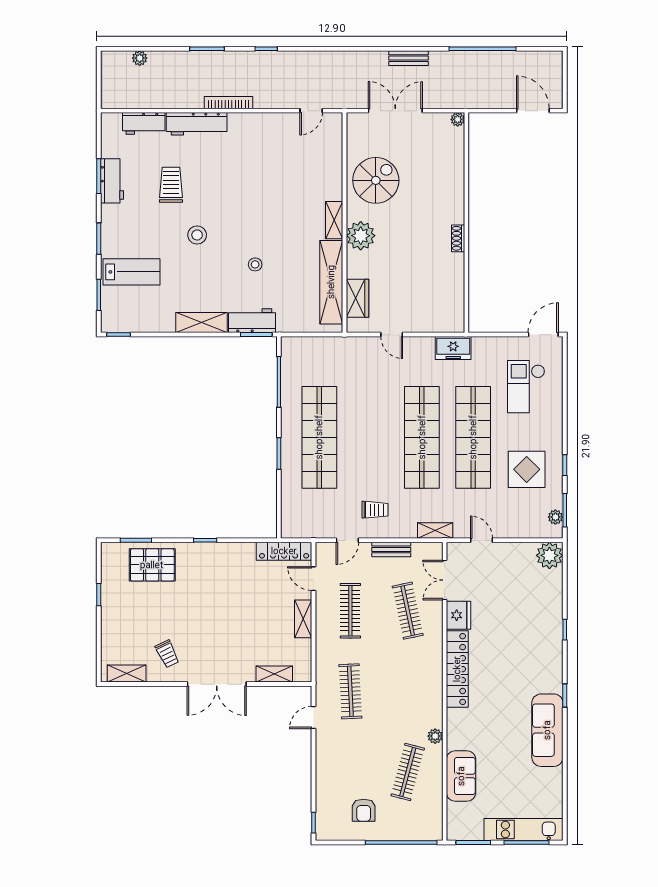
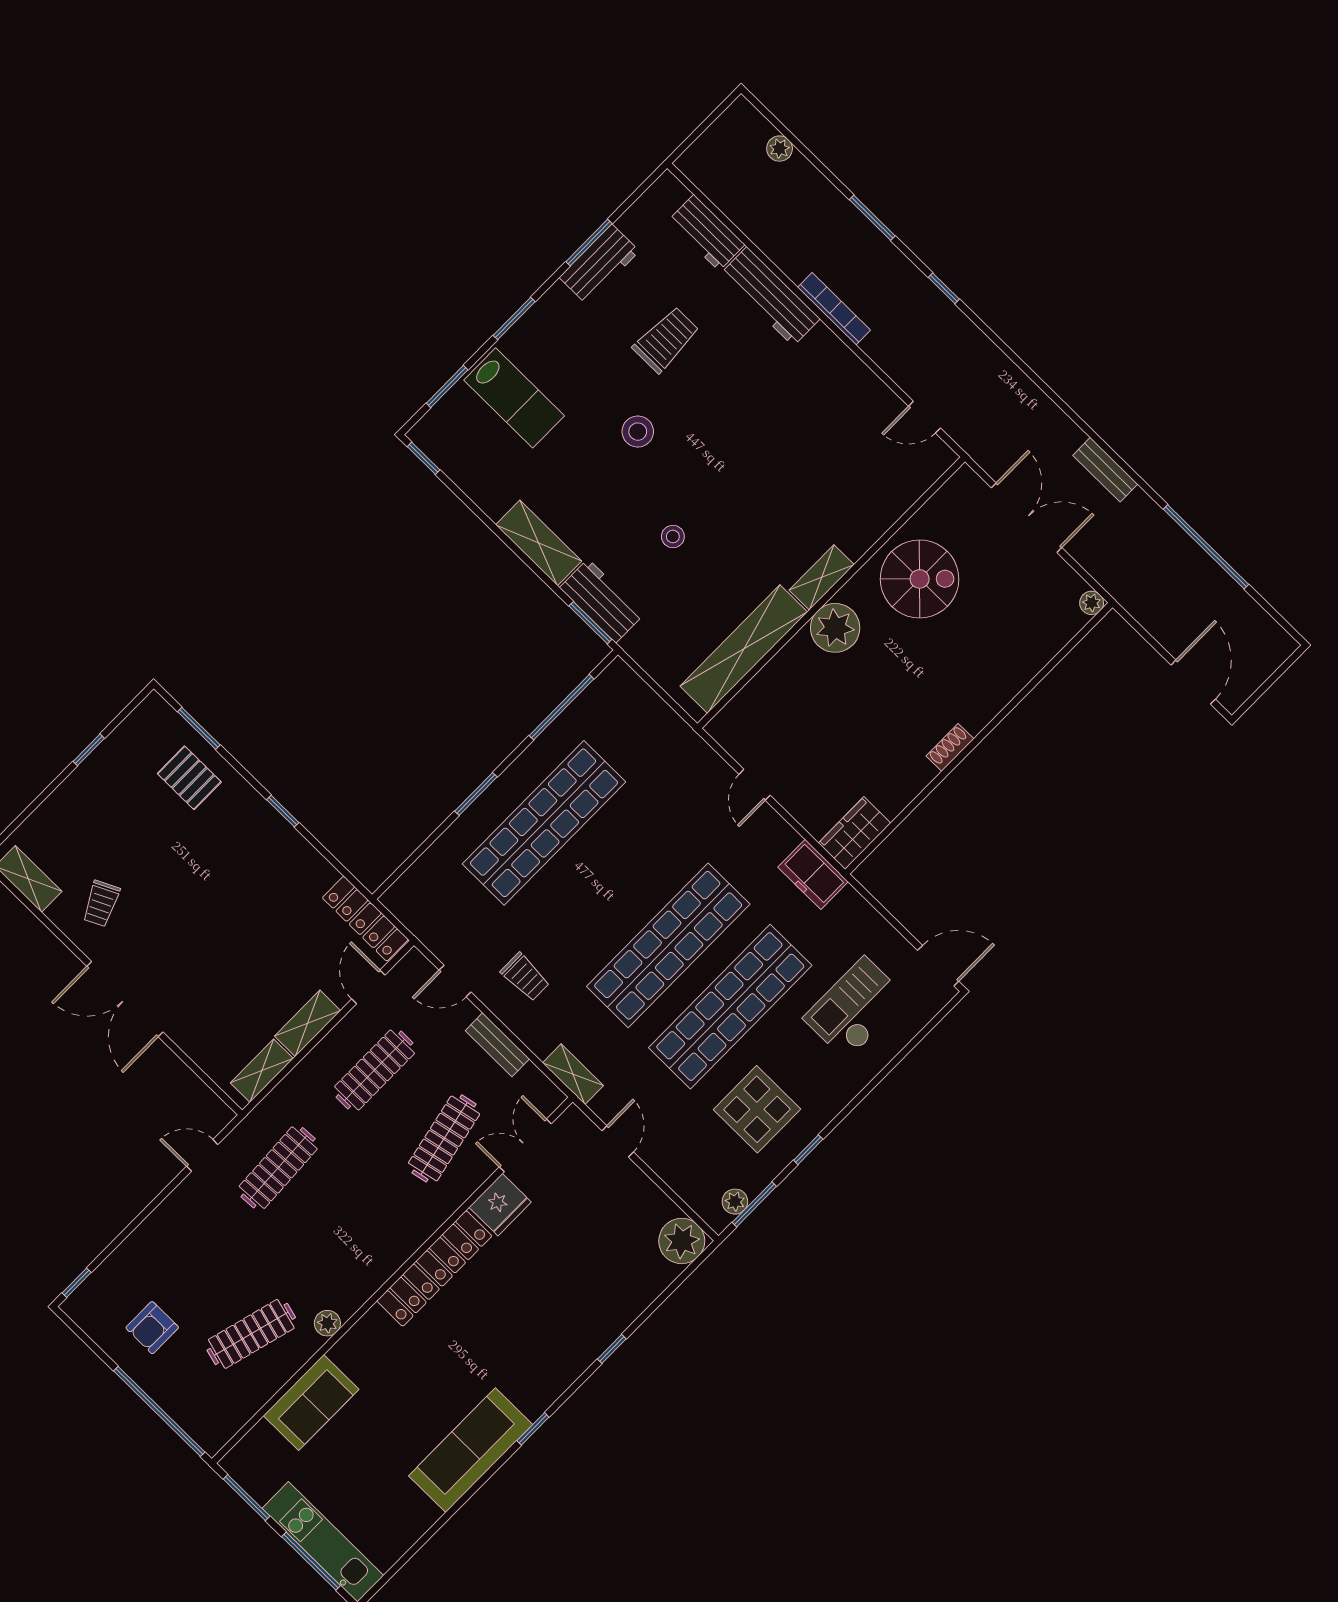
wardrobe: (357, 298) -> (855, 833), moved, turned 180
pallet: (152, 565) -> (189, 778), width x0.67, depth x0.71
shelving: (274, 674) -> (262, 1071), moved, turned 90

